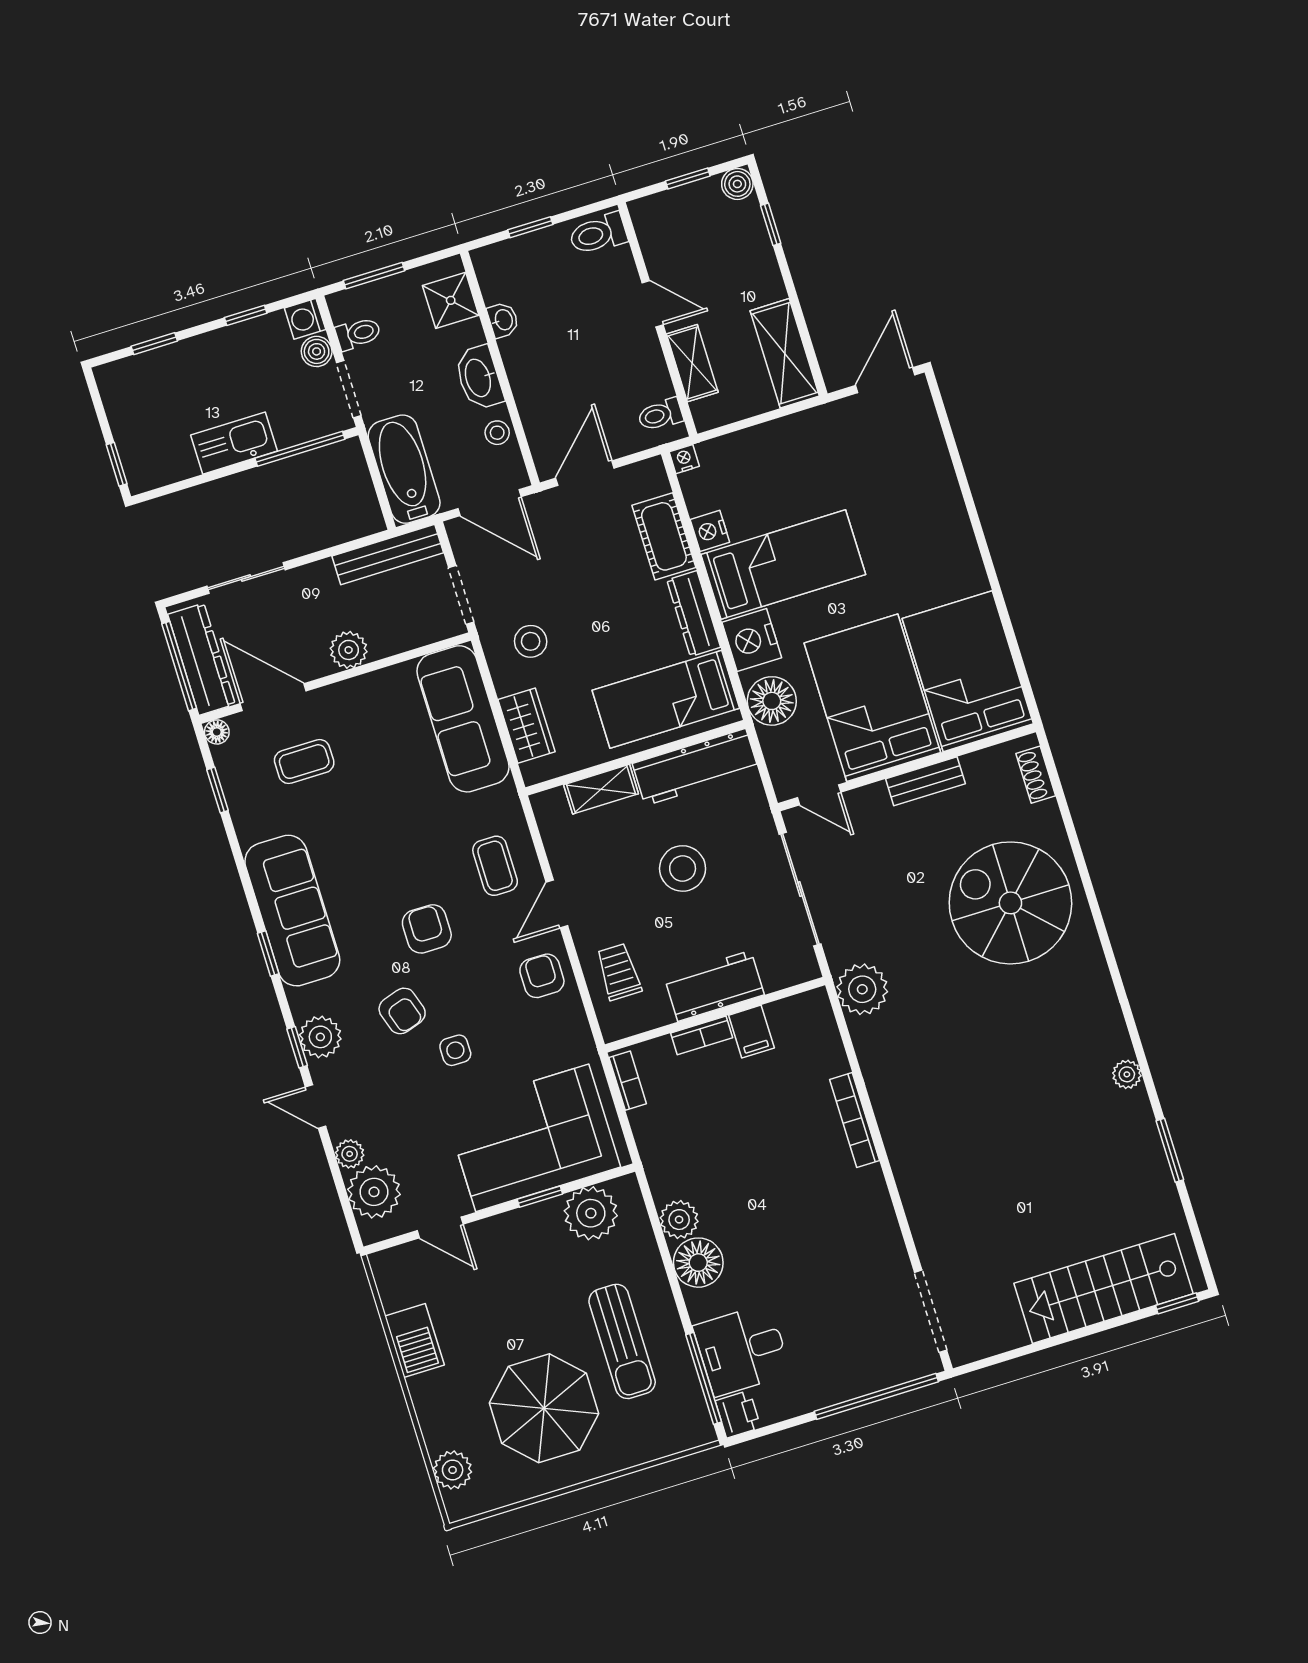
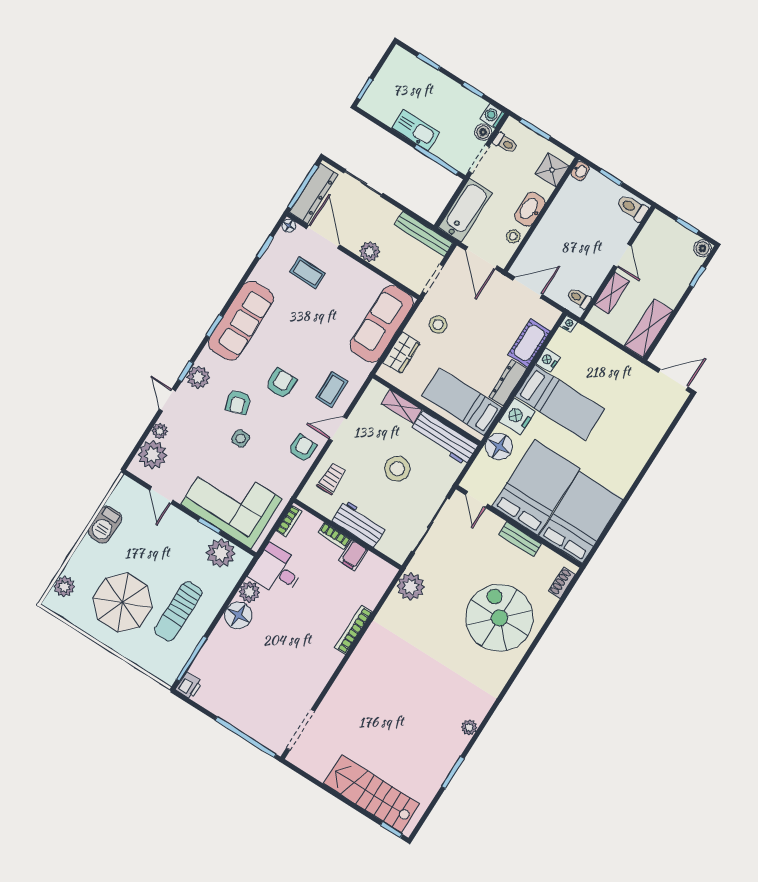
washbasin: (503, 320) -> (580, 171), moved
desk: (742, 1350) -> (277, 571), moved

